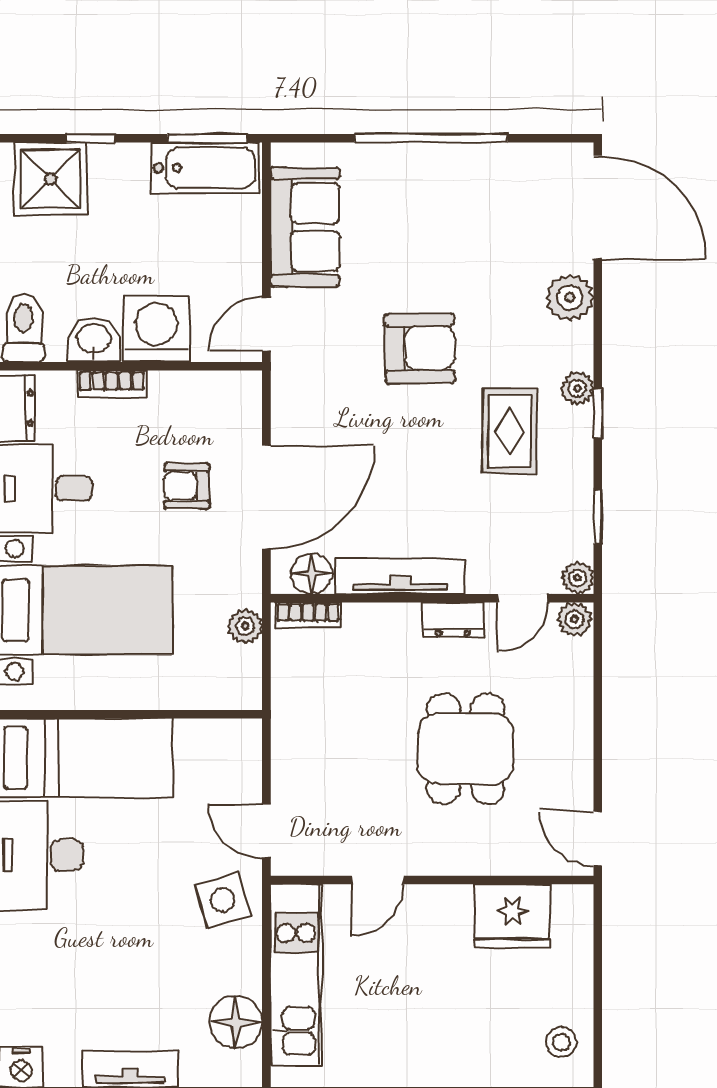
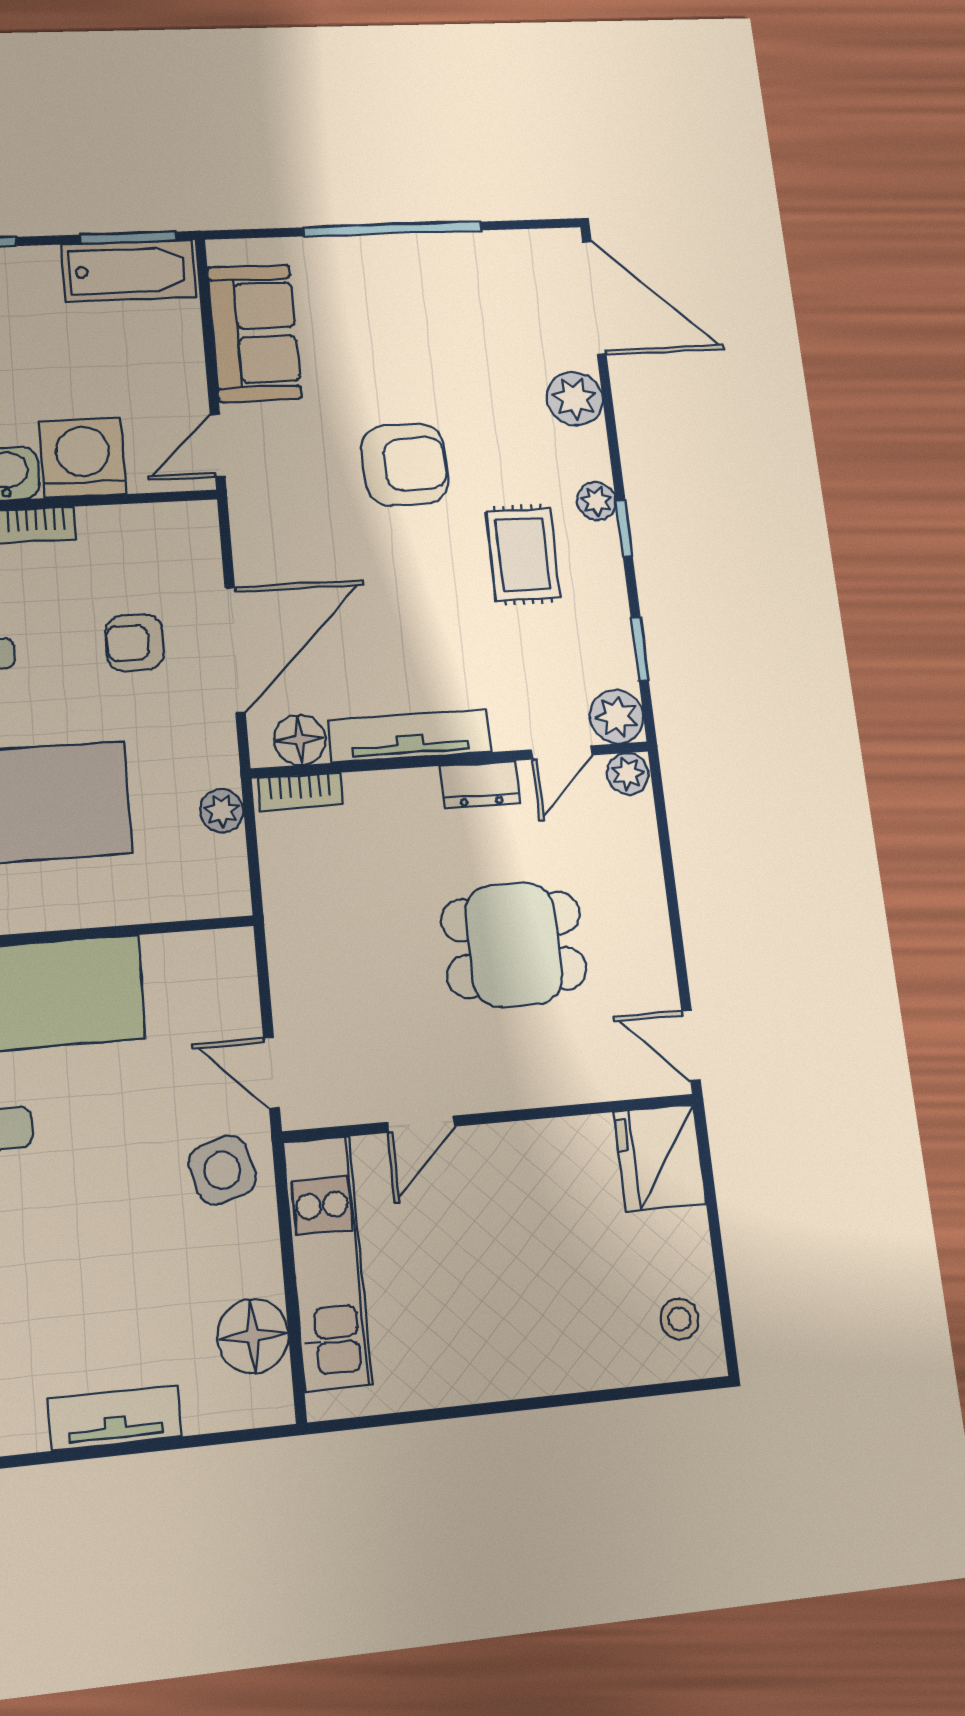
plant: (578, 578) -> (617, 717), width x1.38, depth x1.38
dining table: (466, 749) -> (514, 945), turned 90
fridge: (512, 916) -> (660, 1158), moved, turned 90

